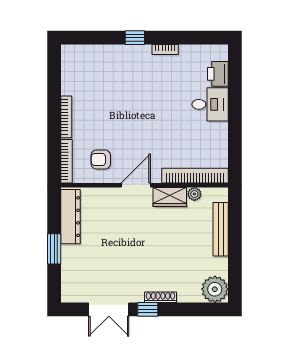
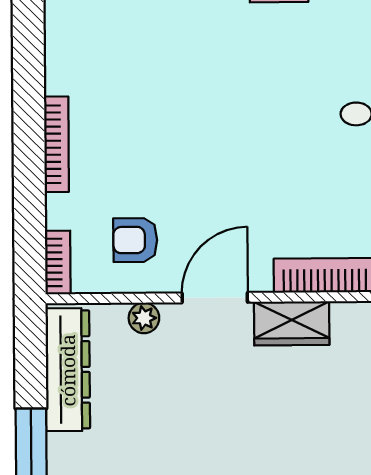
bookcase: (66, 161) -> (58, 262), width x0.64
plant: (194, 194) -> (144, 318), moved

